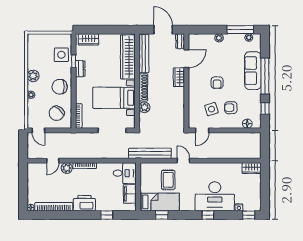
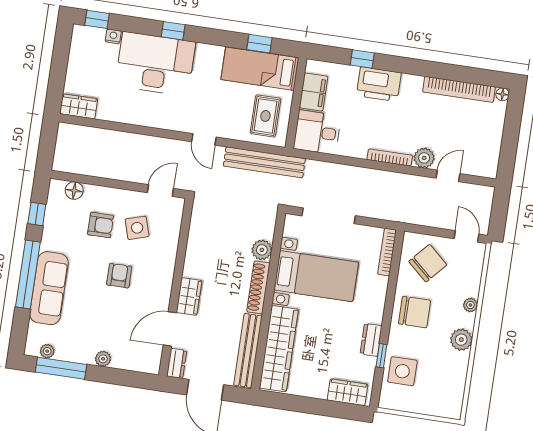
rug: (168, 180) -> (265, 116), moved
printer: (84, 203) -> (379, 84), moved

